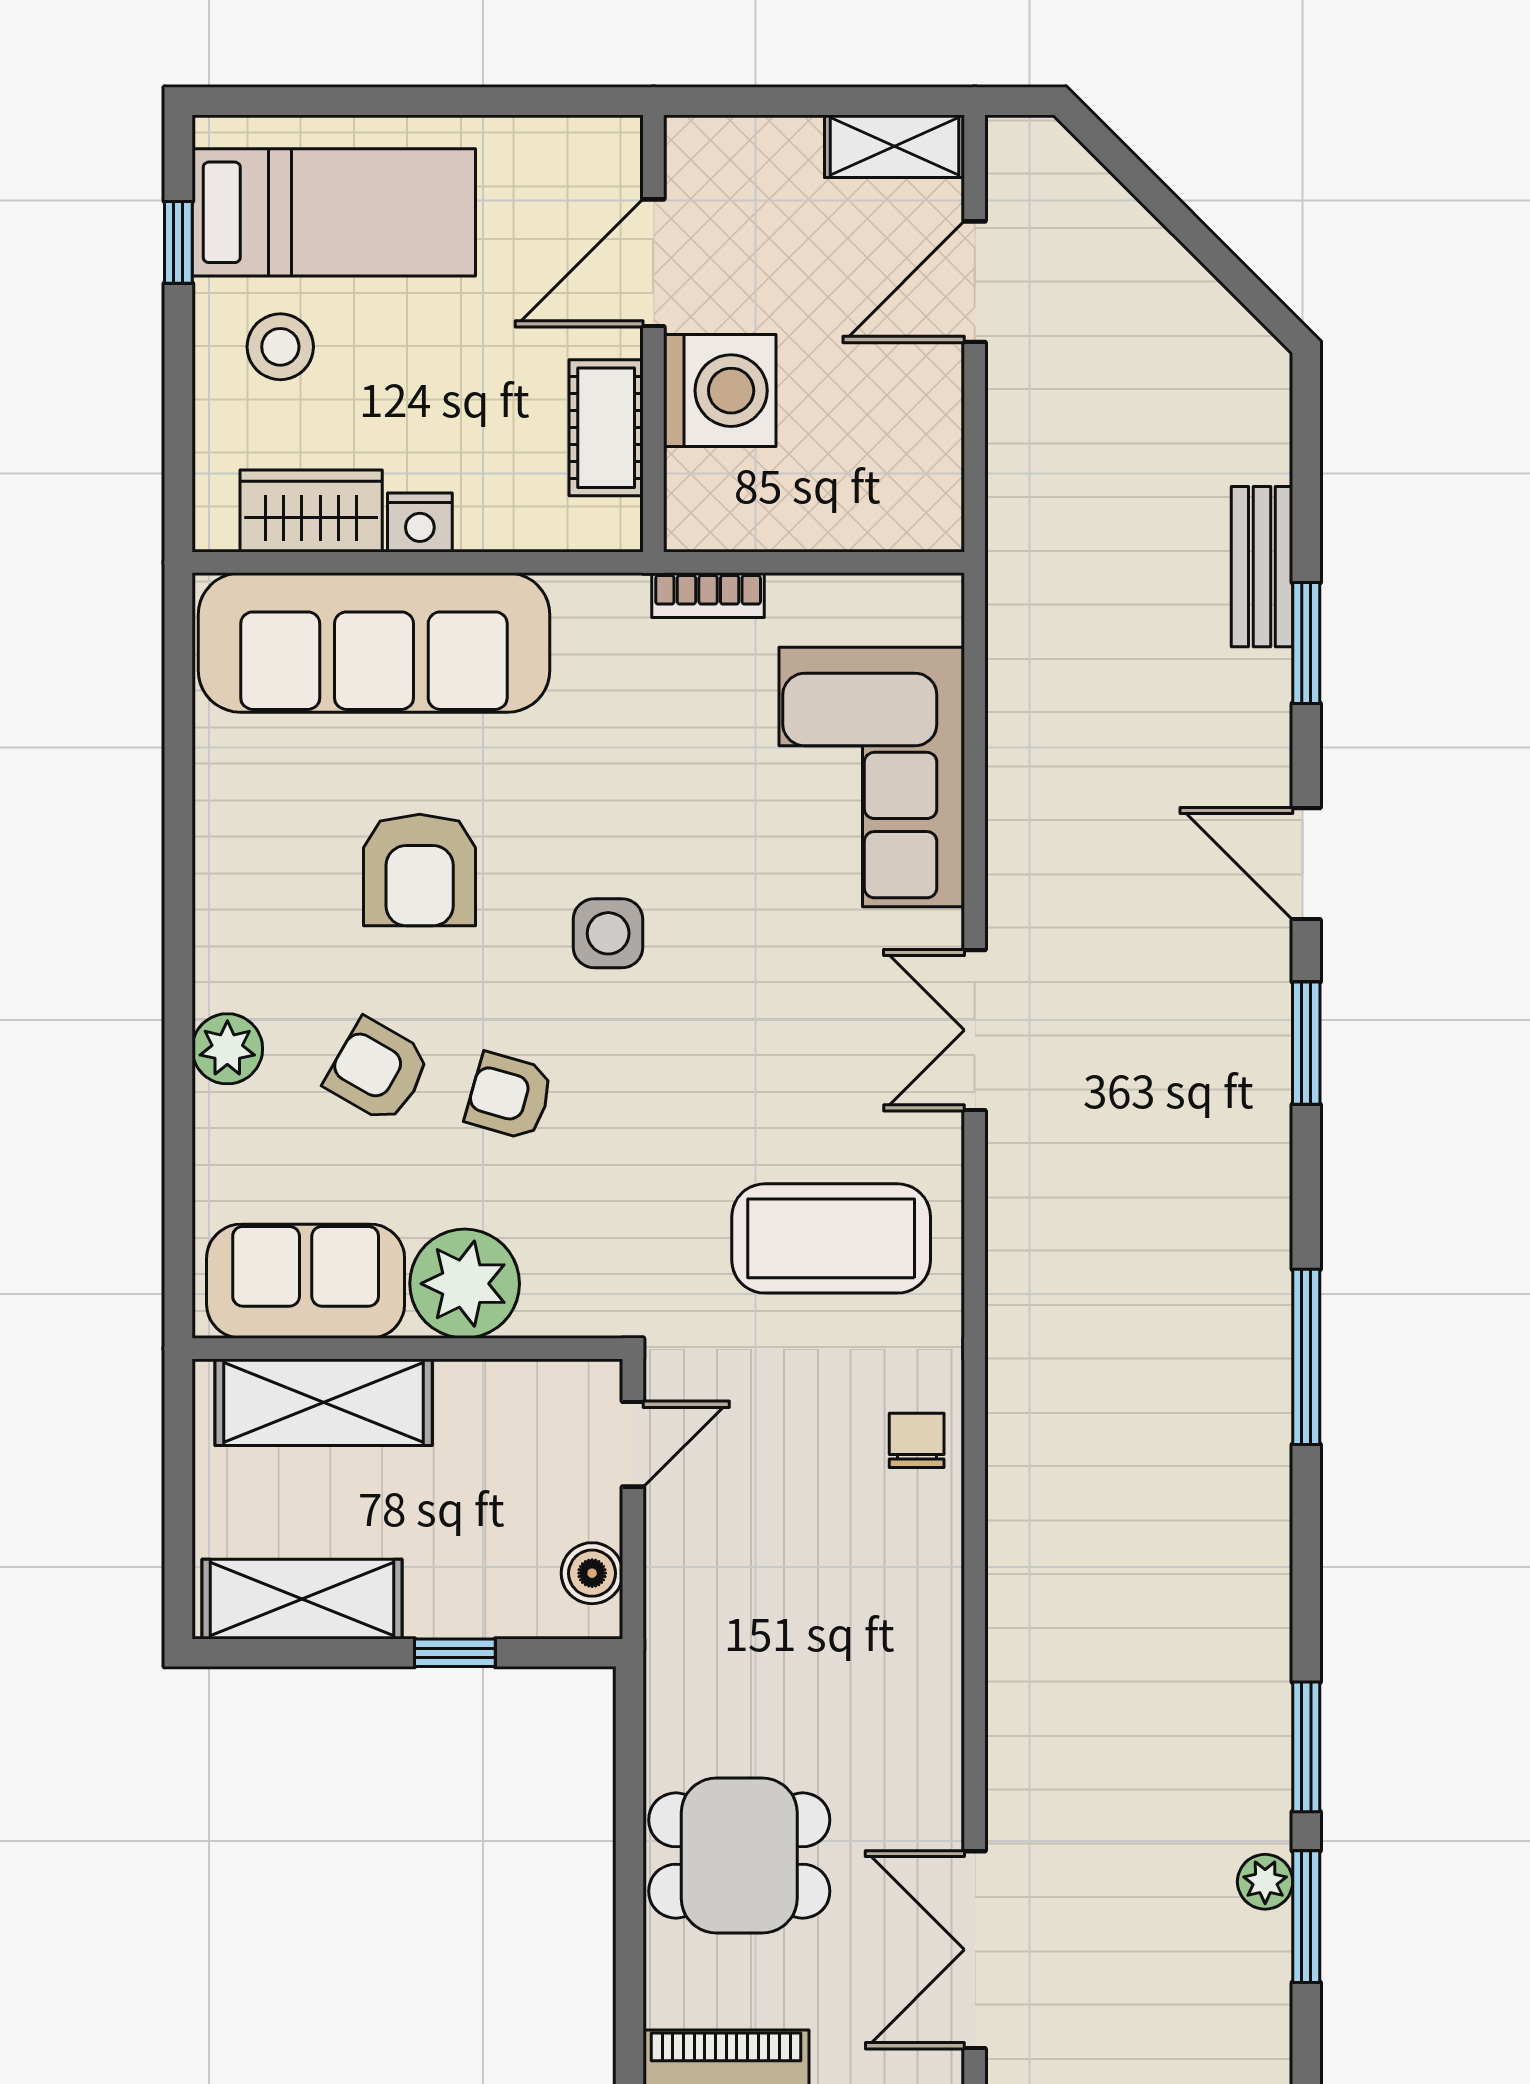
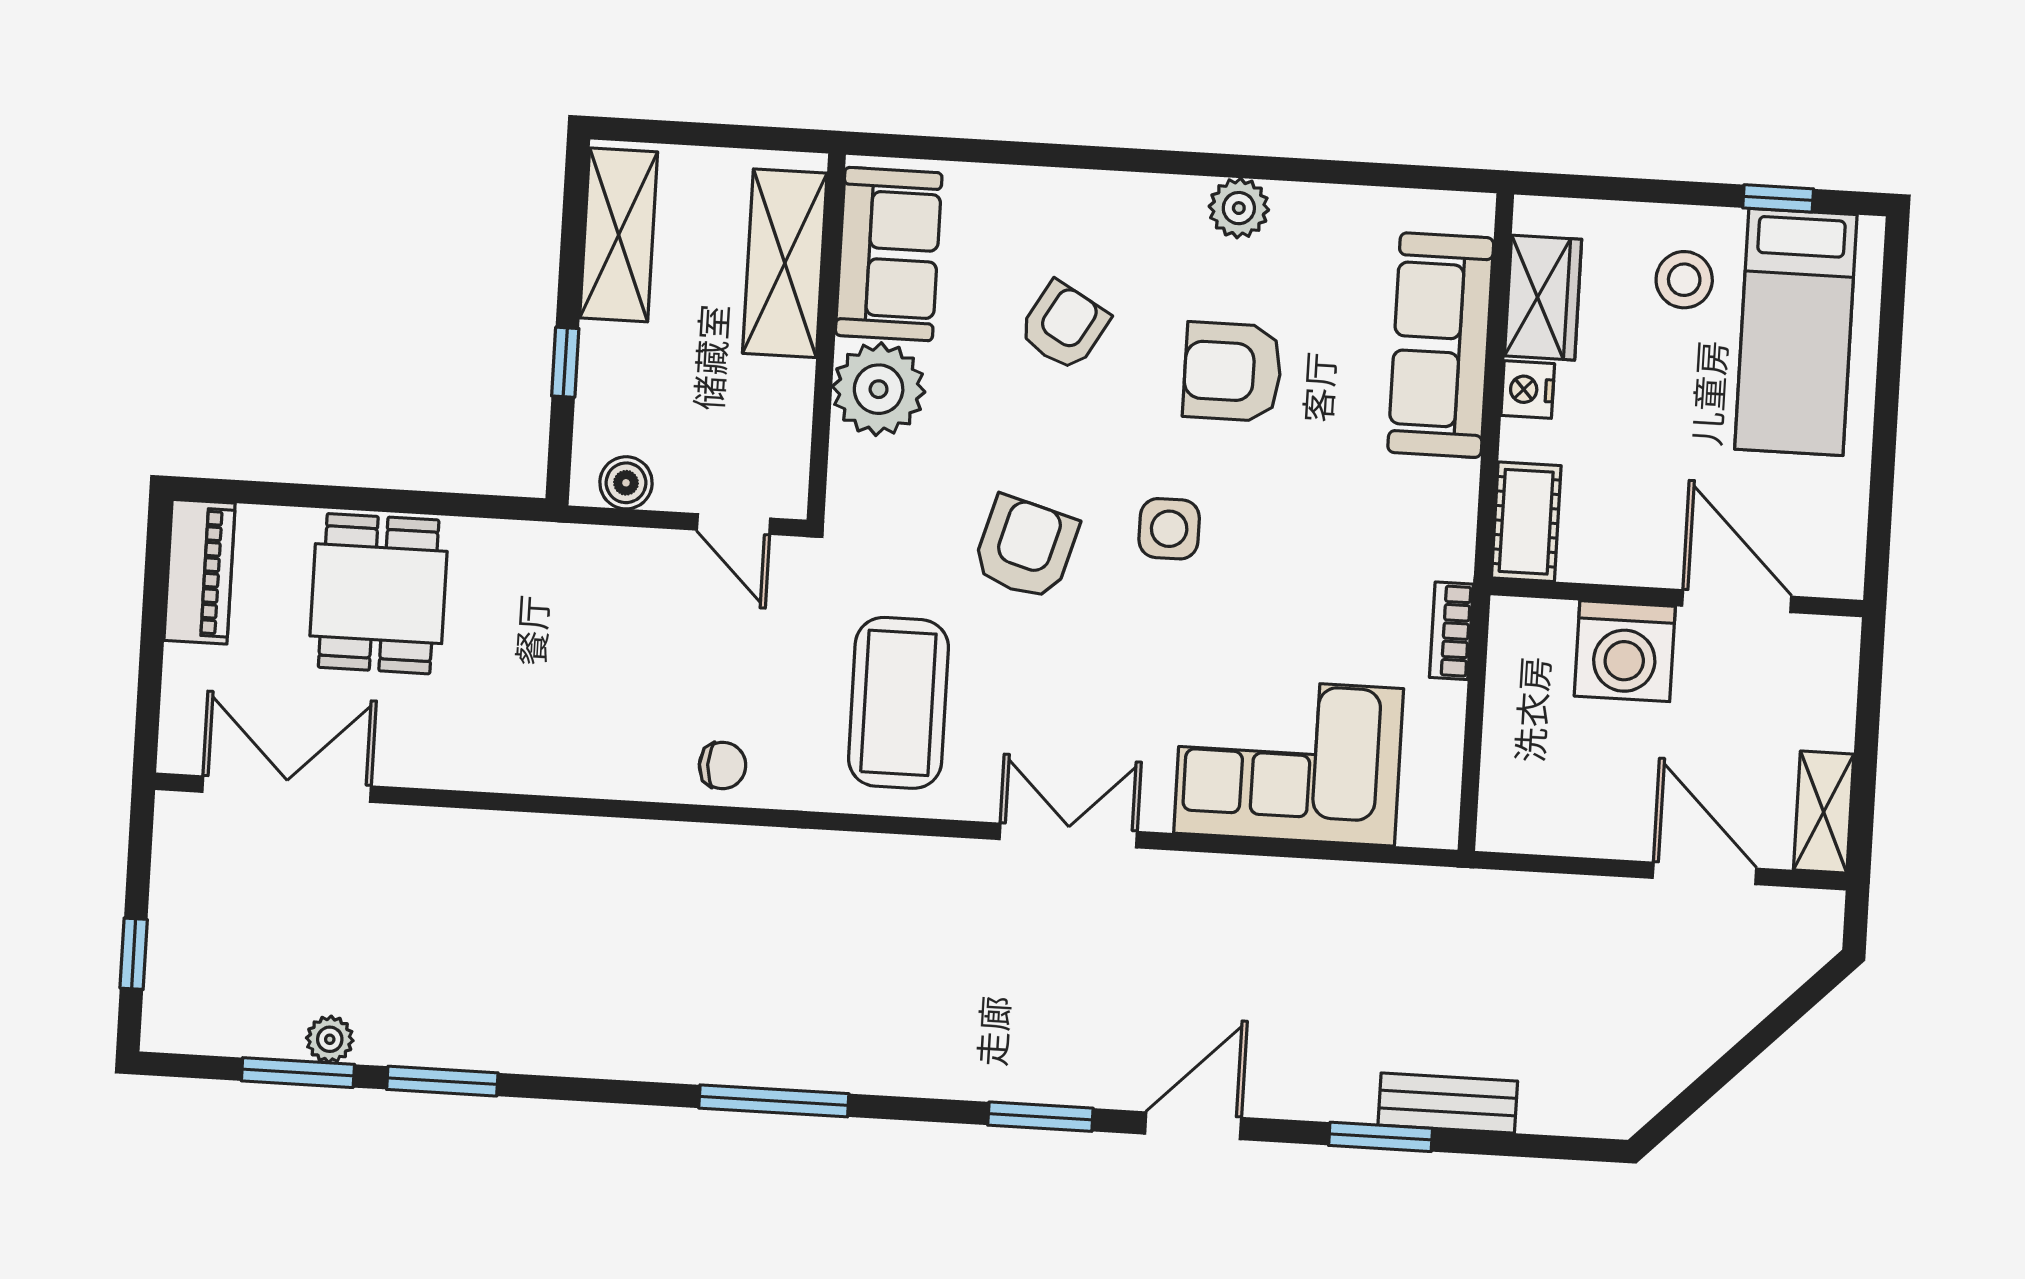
cot: (606, 428) -> (1526, 522), moved, turned 90
sofa: (374, 643) -> (1441, 345), width x0.74, depth x0.79
plant: (227, 1049) -> (1239, 208), moved
armchair: (509, 1096) -> (1025, 548), moved, width x1.38, depth x1.38

